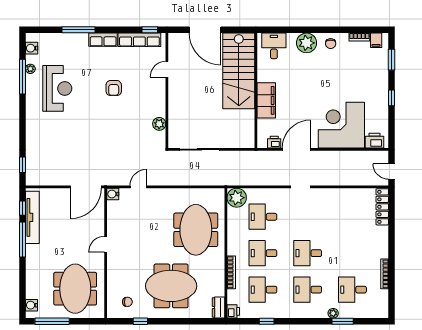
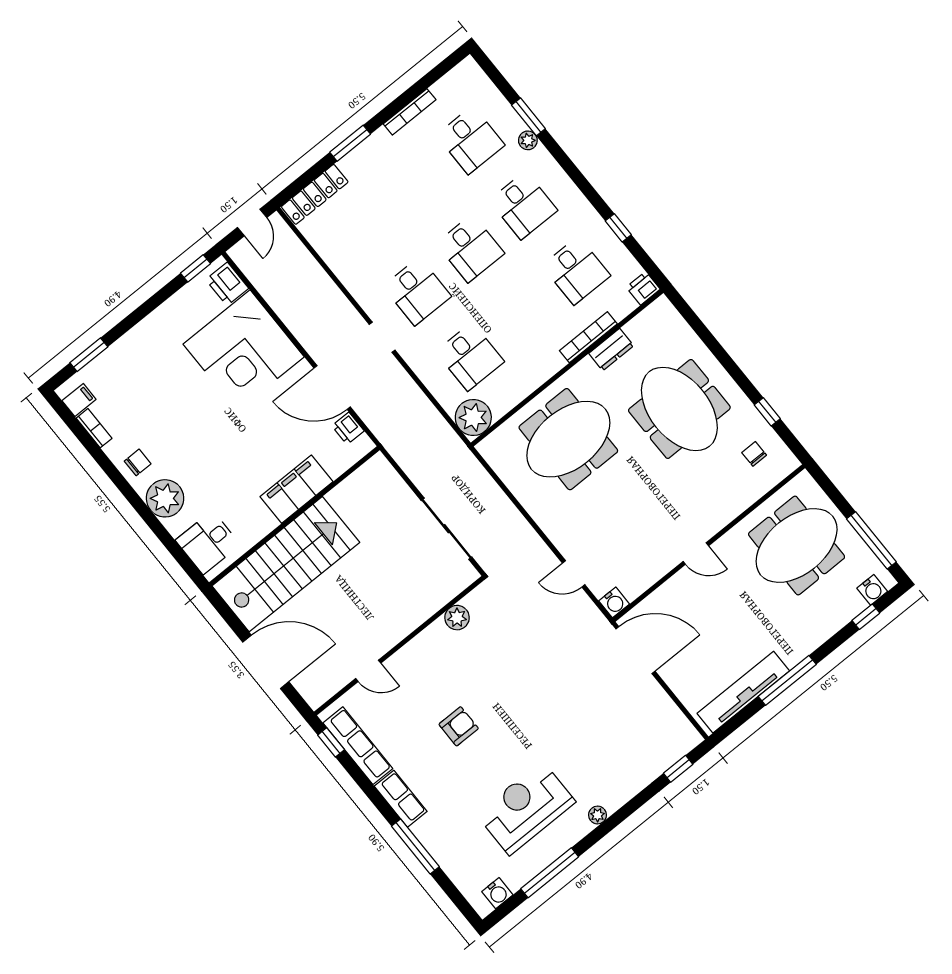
door: (205, 30) -> (266, 662), hinge flipped
plant: (30, 69) -> (598, 815), moved
window: (392, 98) -> (196, 268), moved
window: (22, 208) -> (866, 617), moved
window: (392, 239) -> (350, 143), added
desk: (263, 253) -> (417, 291), moved
dresser: (219, 308) -> (611, 350), moved

